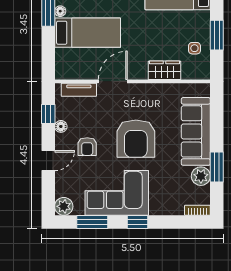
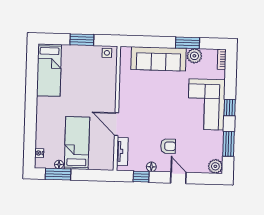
side table: (194, 48) -> (107, 53), moved
wardrobe: (164, 70) -> (109, 82), removed
armchair: (136, 139) -> (163, 107), removed
corner sofa: (117, 193) -> (206, 104), moved

